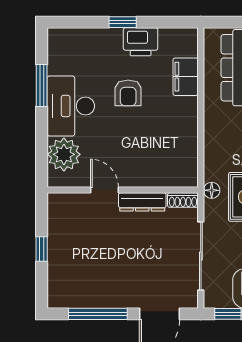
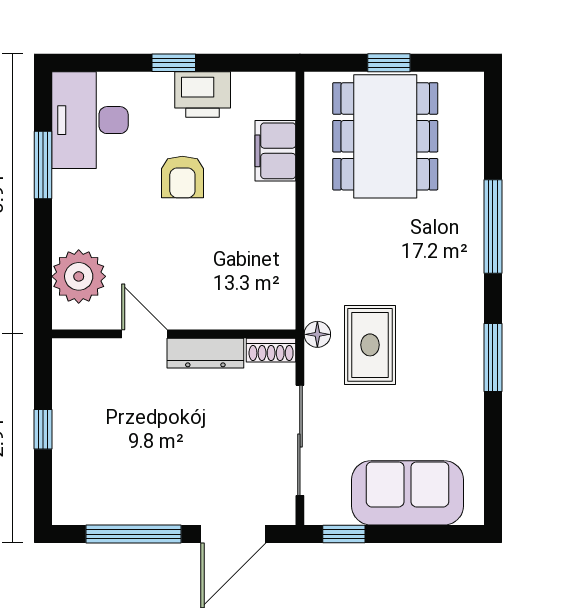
desk: (71, 106) -> (90, 120), moved

